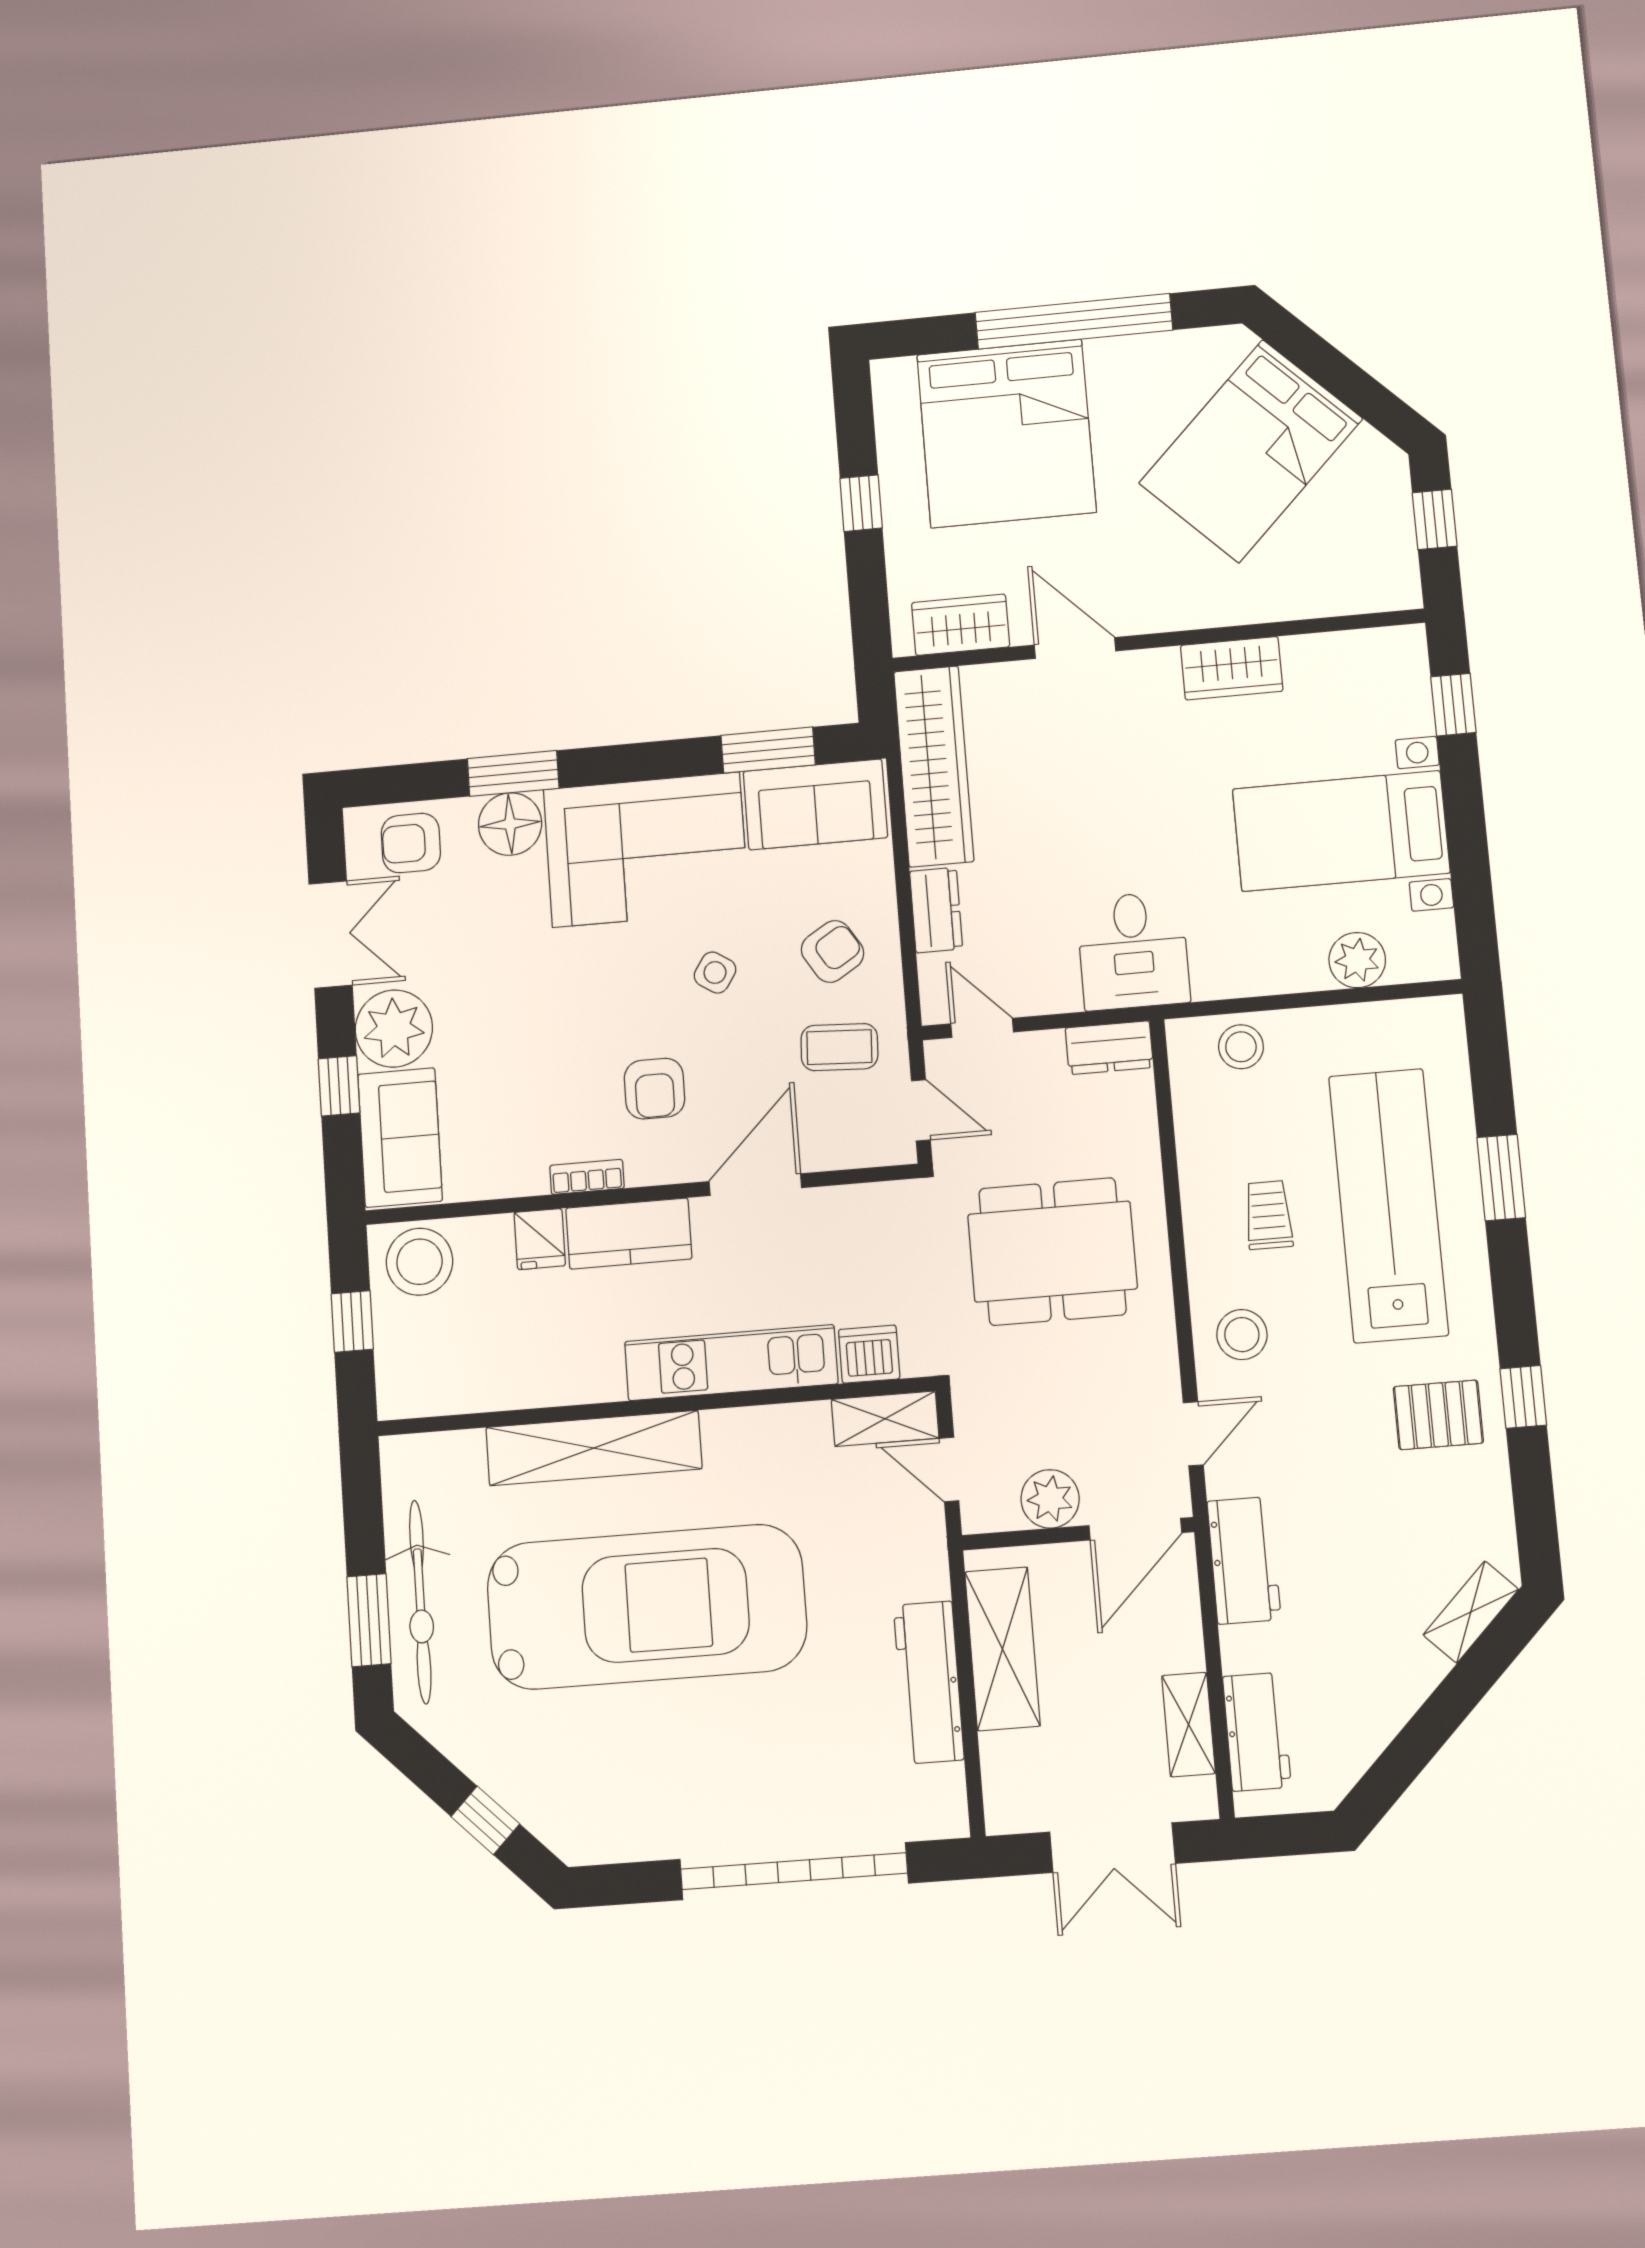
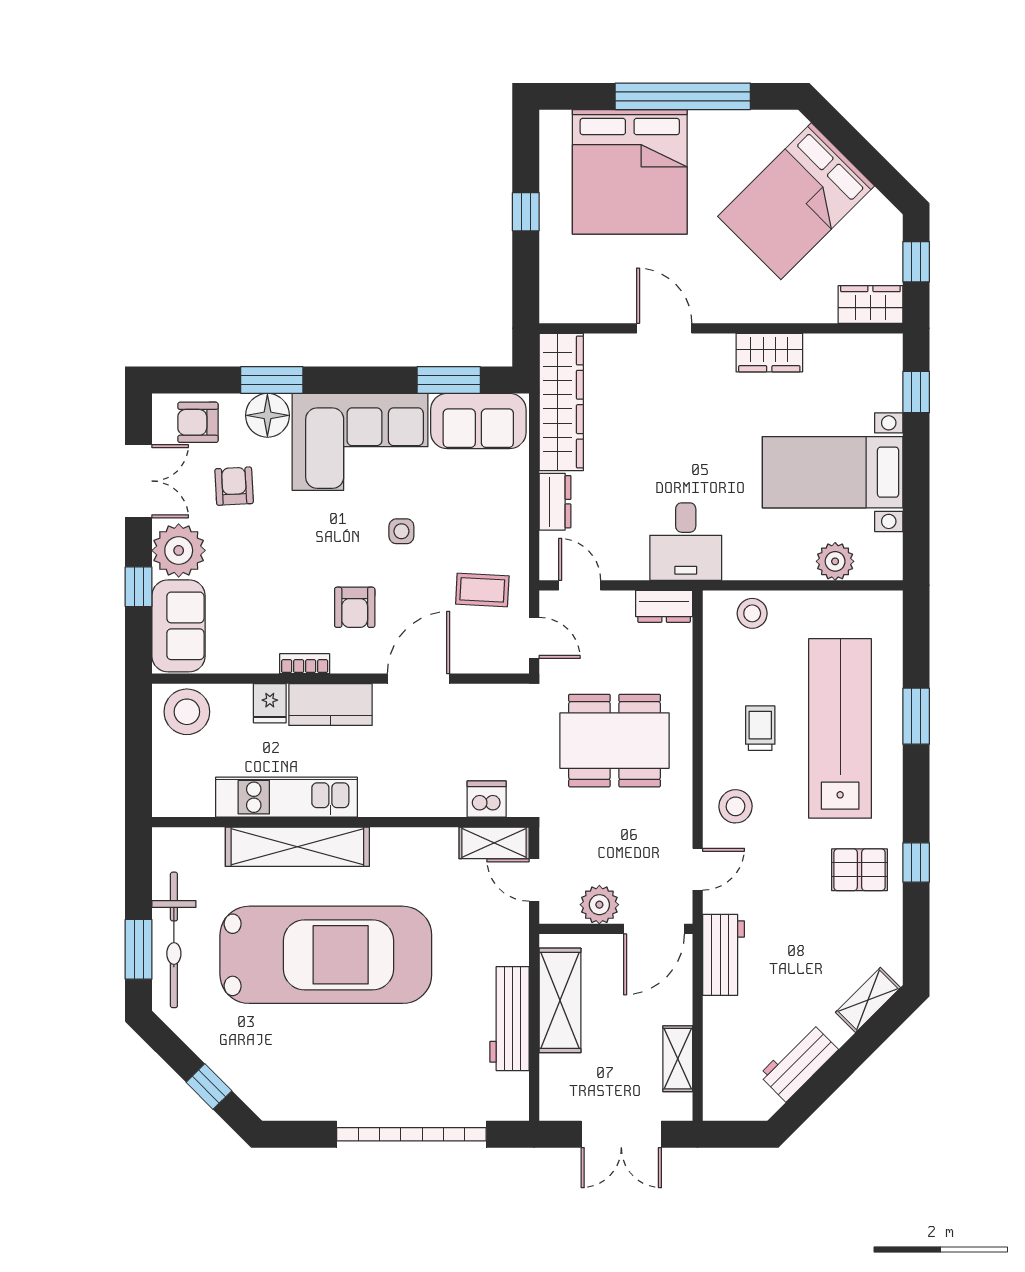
wardrobe: (961, 625) -> (870, 305), moved
armchair: (833, 951) -> (234, 486), moved, turned -61
side table: (715, 973) -> (401, 531), turned -33
window: (352, 1321) -> (139, 748), removed
kitchen unit: (731, 1363) -> (286, 797), moved
workbench: (1257, 1732) -> (799, 1062), moved, turned -135

